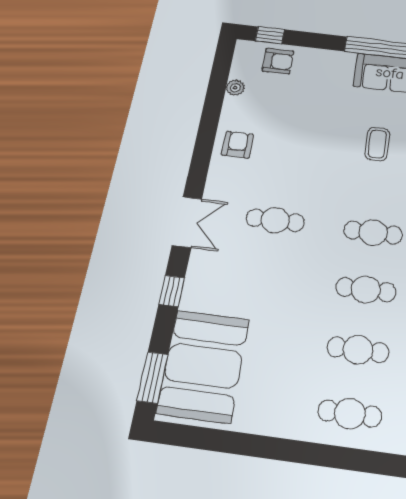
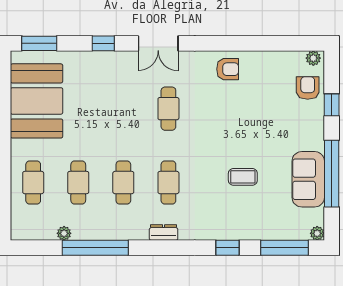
window: (270, 35) -> (332, 105), moved
armchair: (278, 61) -> (308, 88), turned 180
plant: (235, 88) -> (313, 58), moved
booth: (203, 366) -> (37, 101), moved, turned 90

